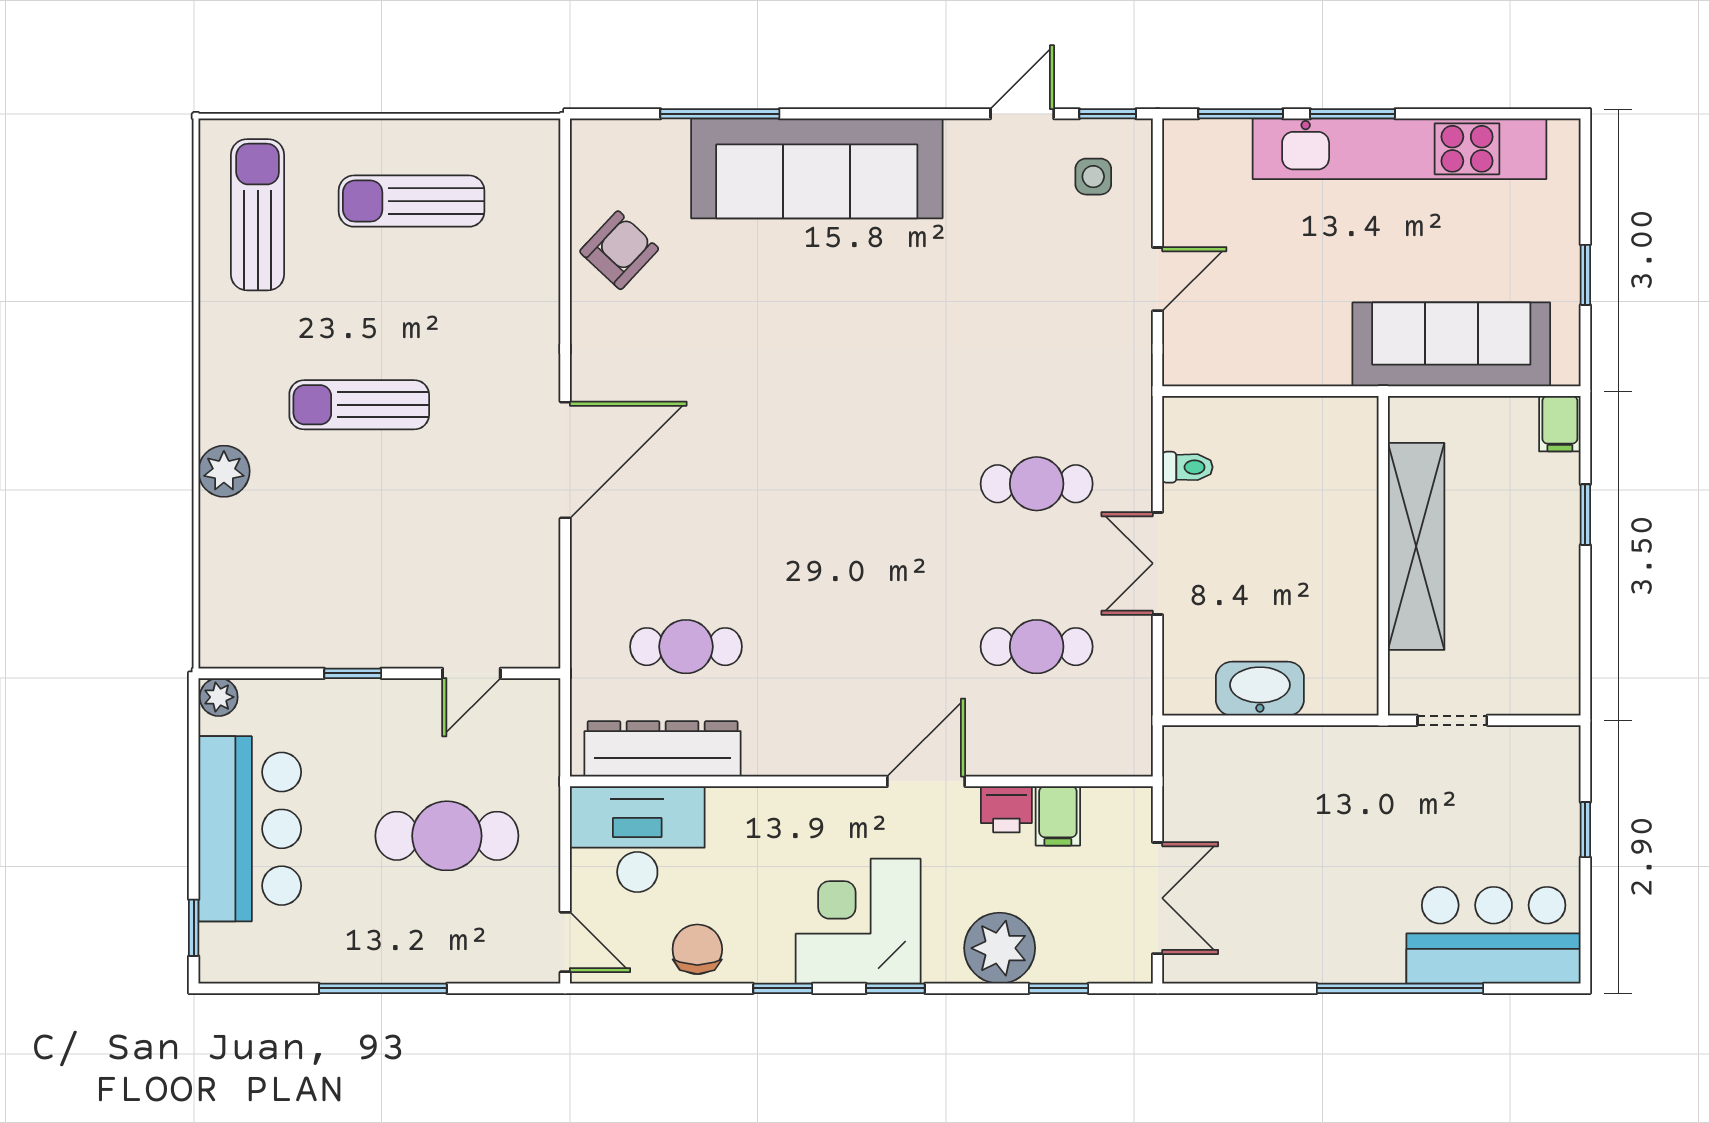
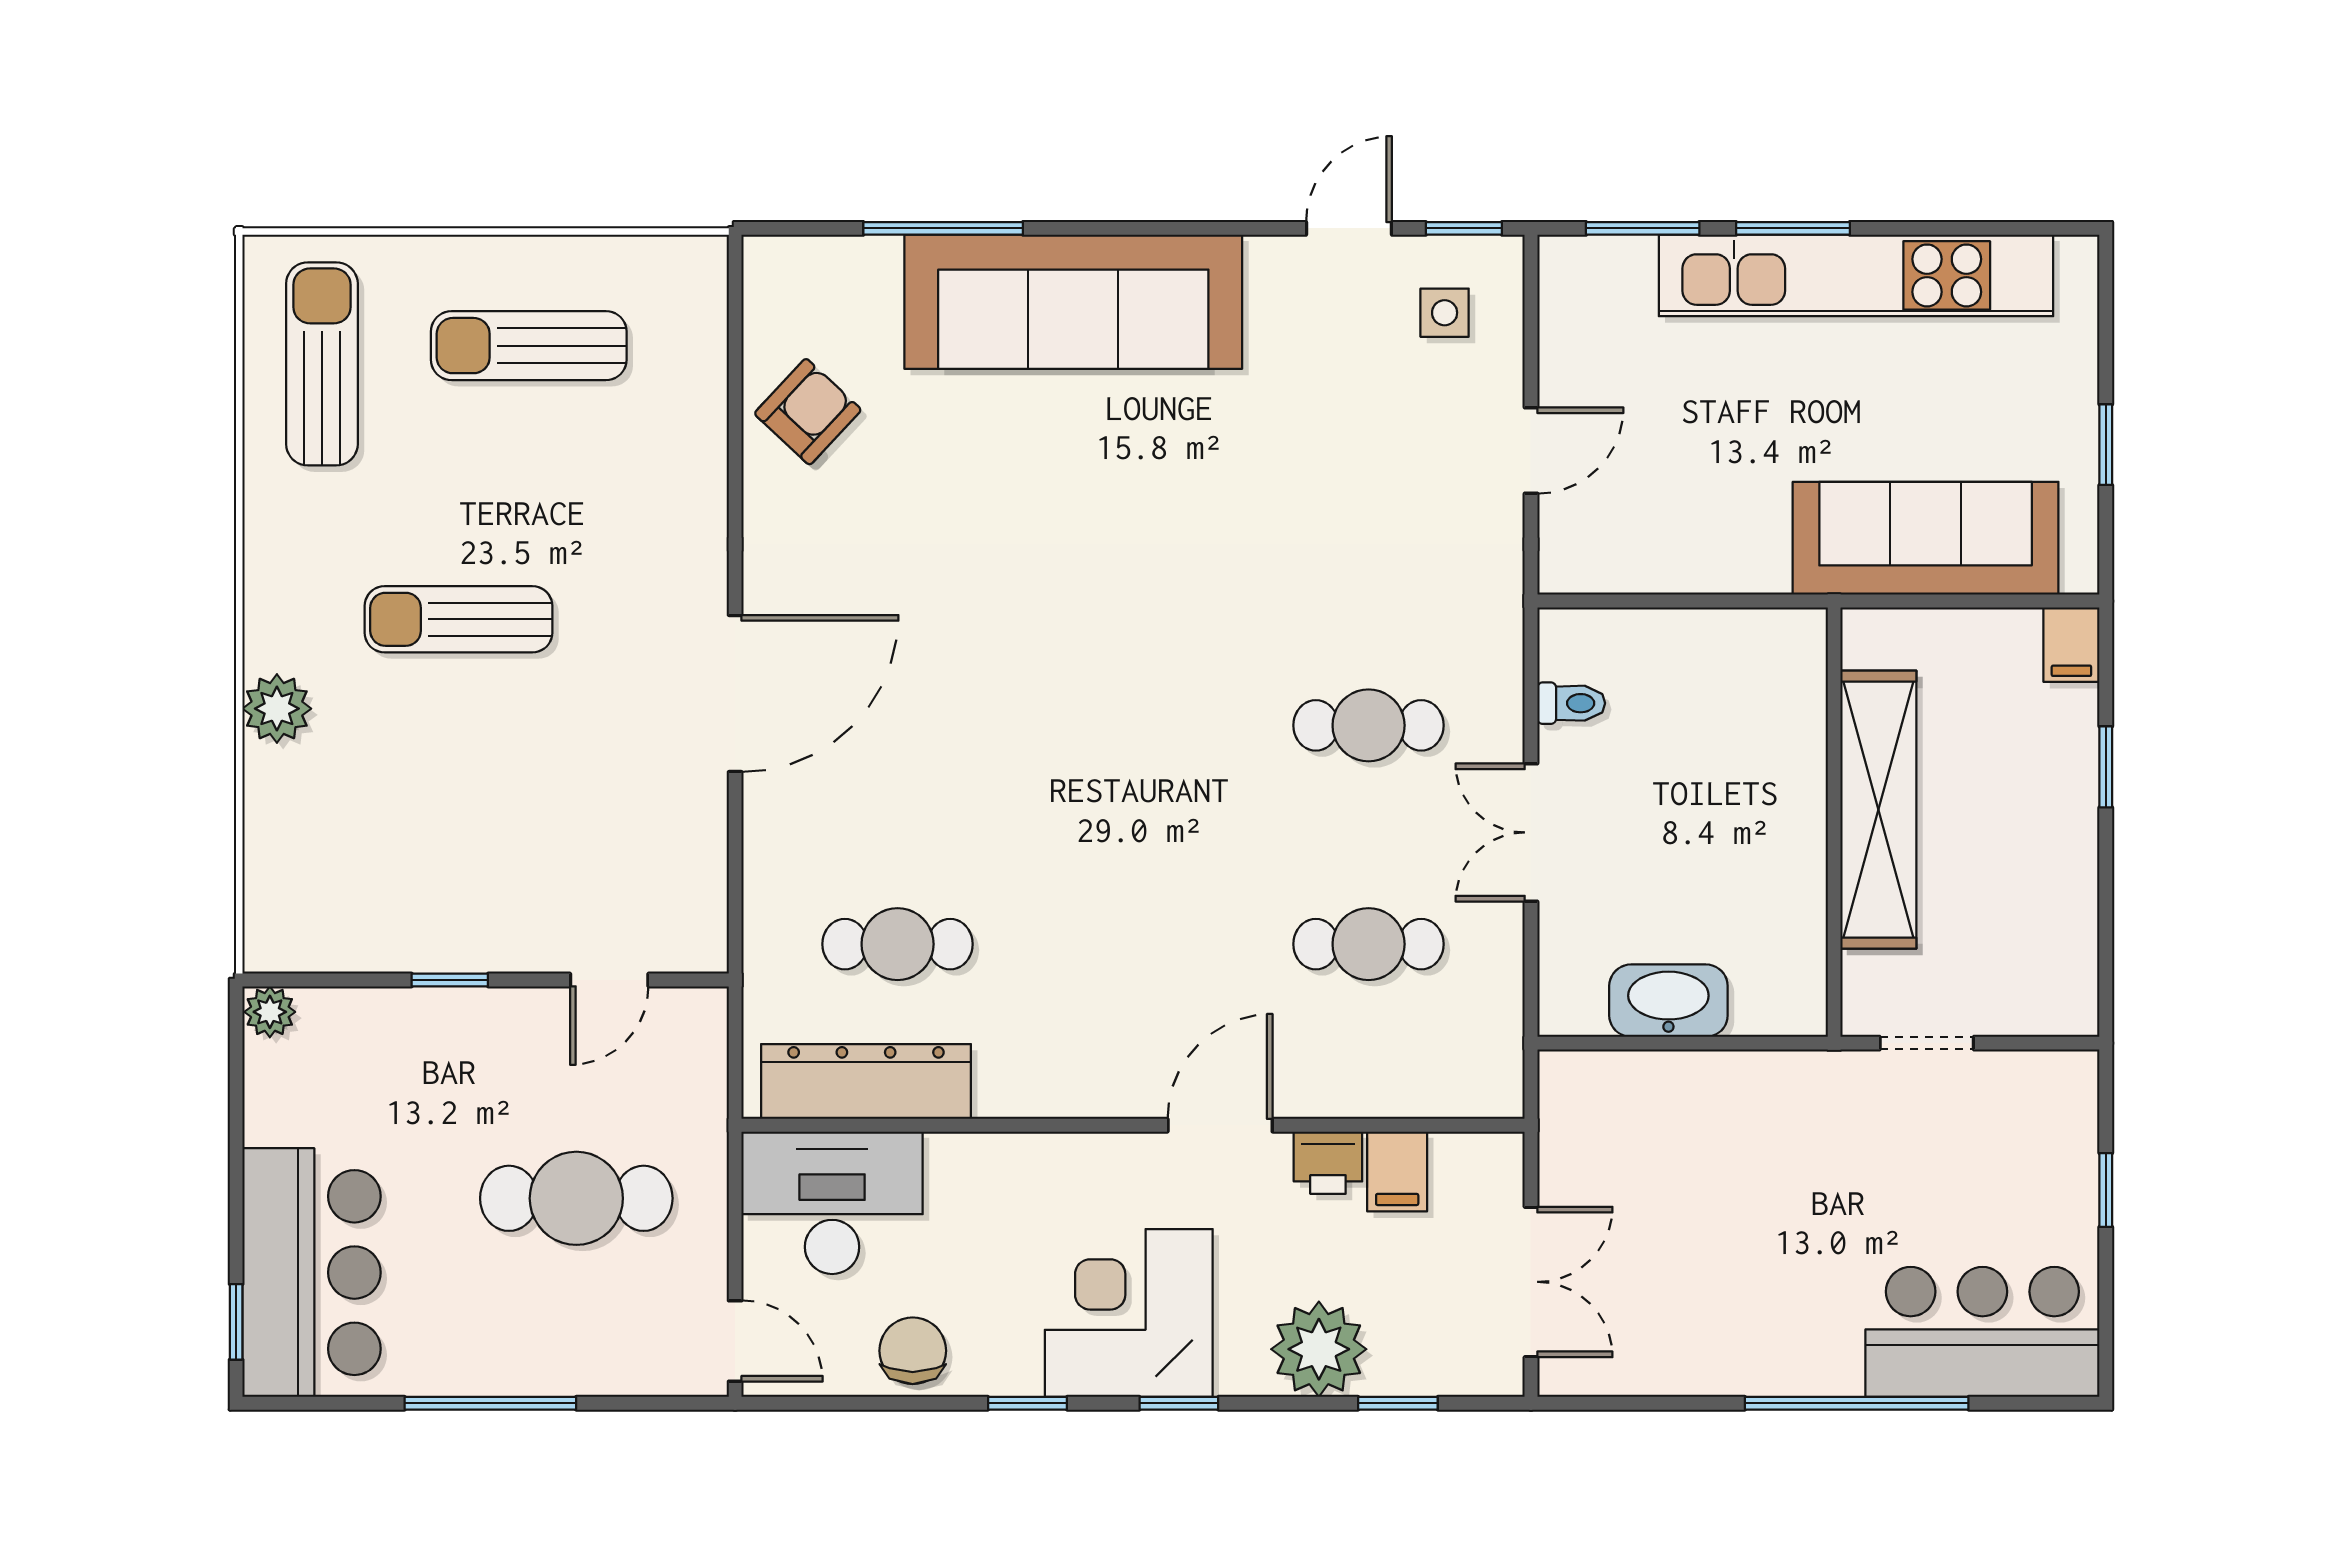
bar counter: (250, 829) -> (312, 1273), moved

